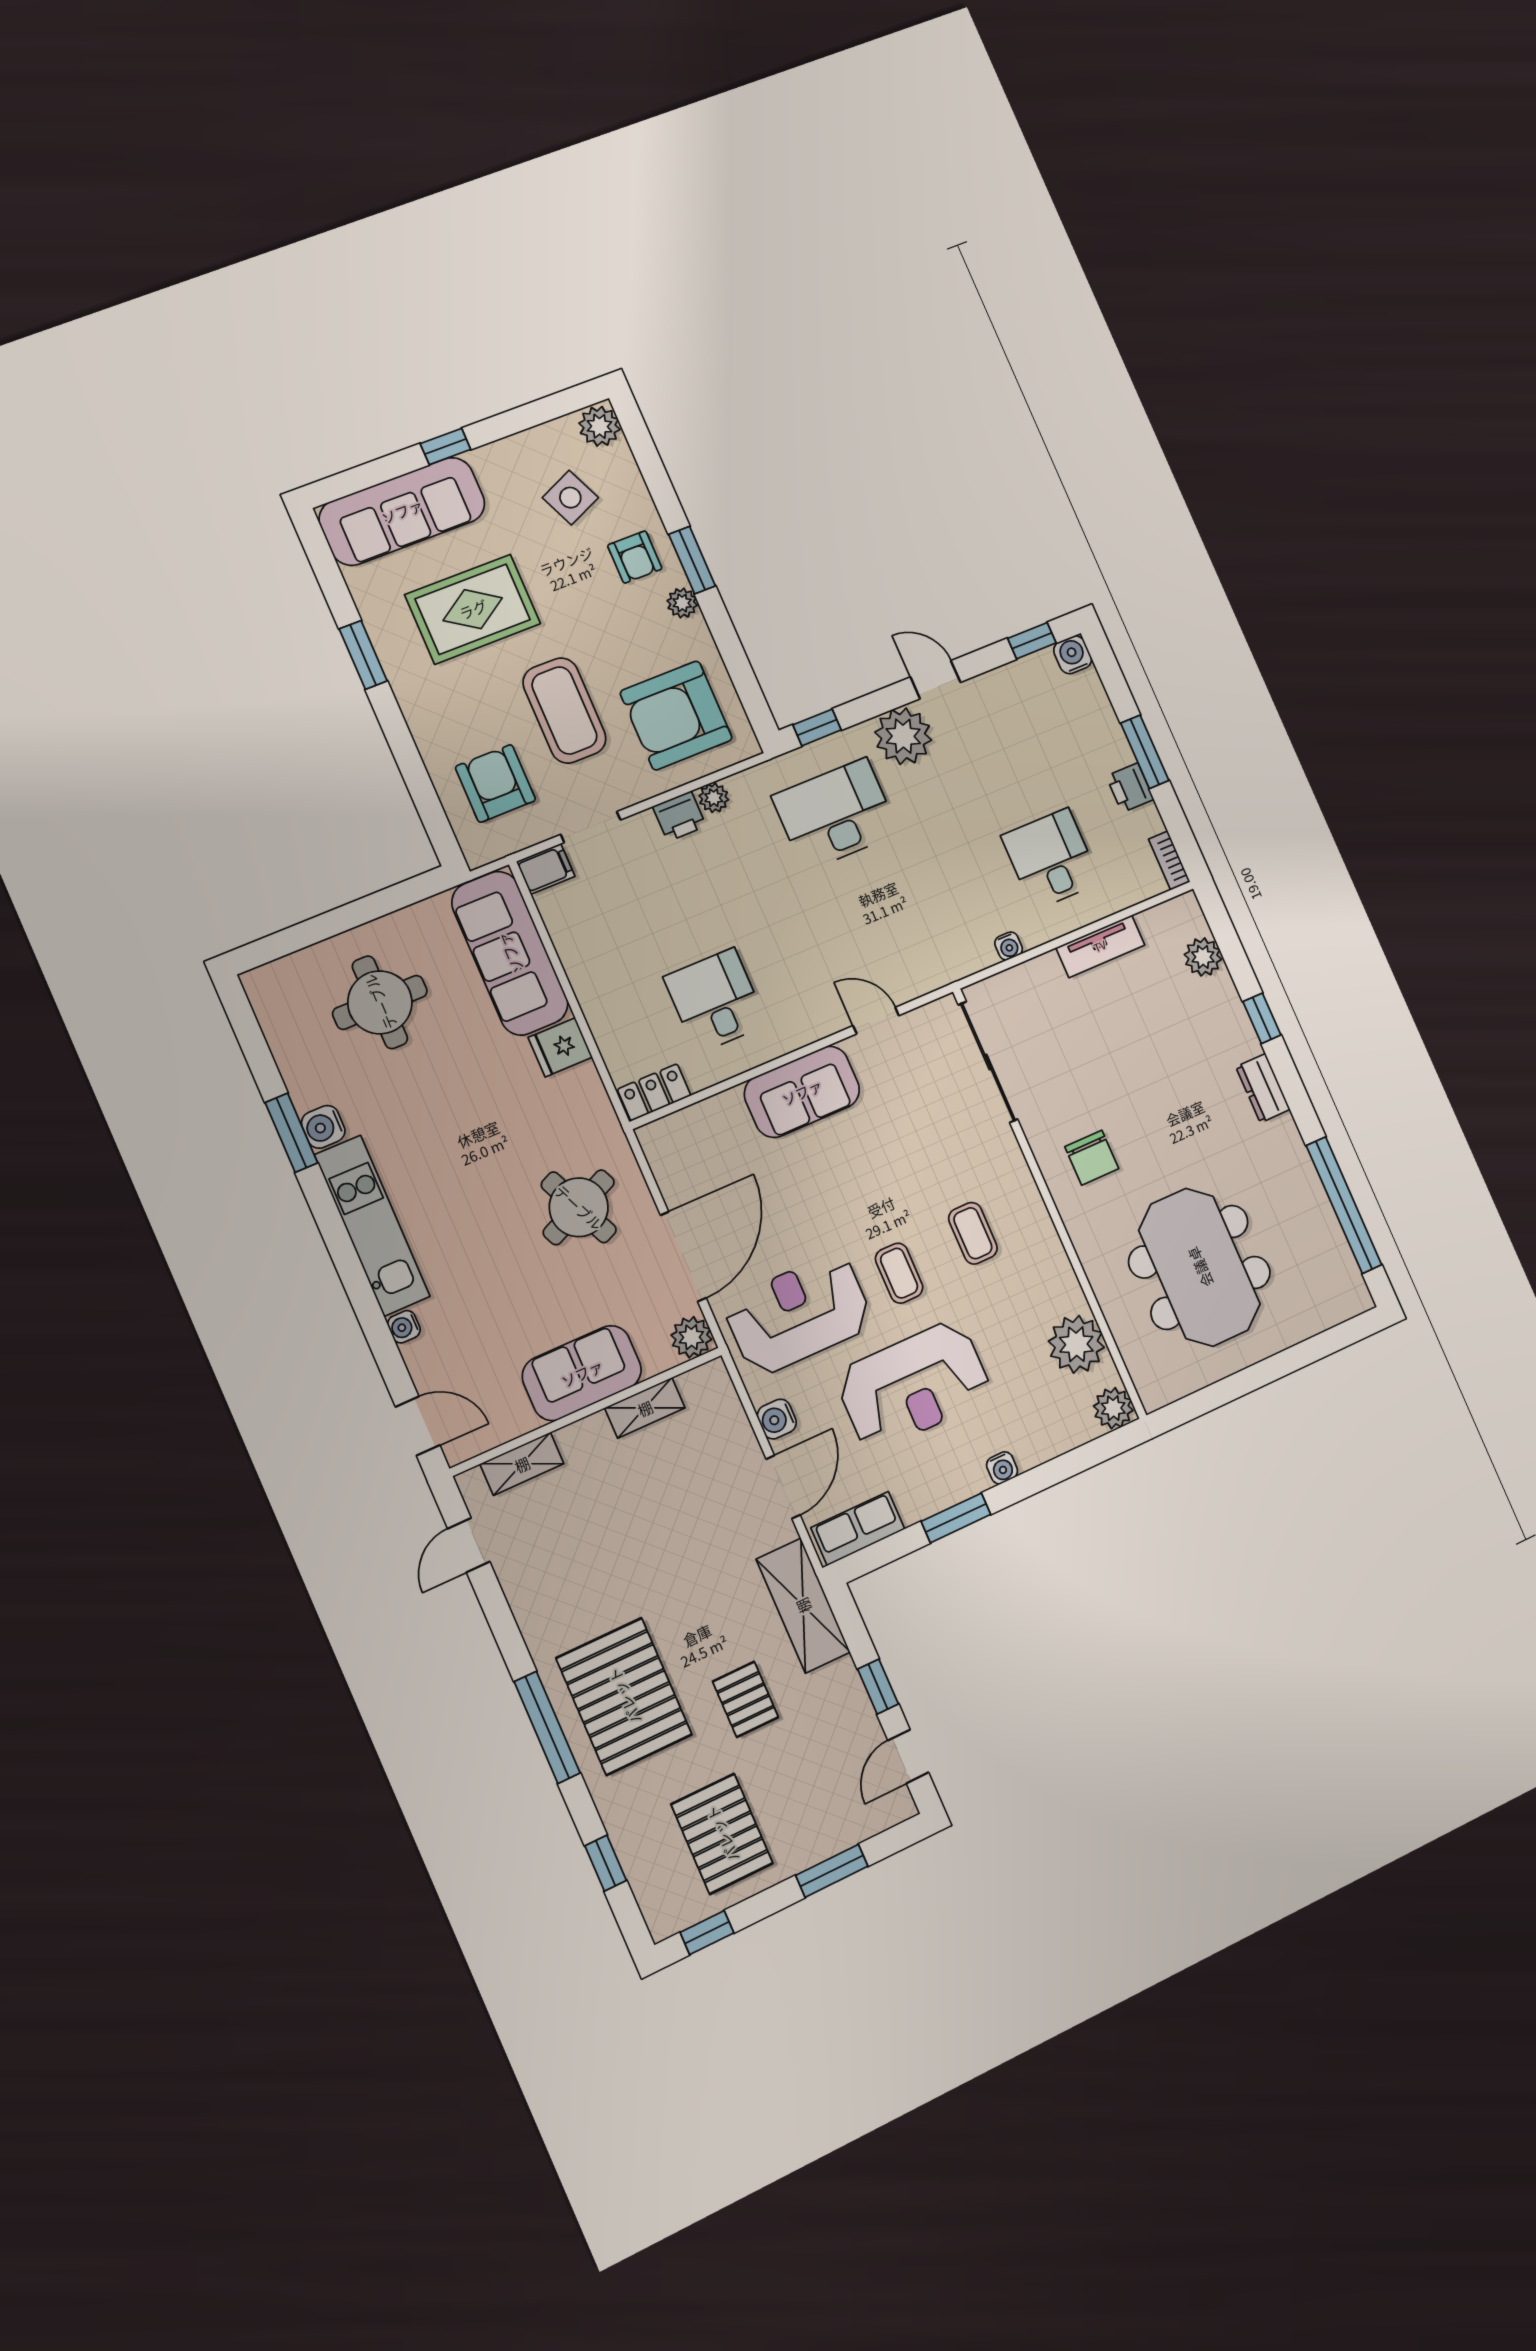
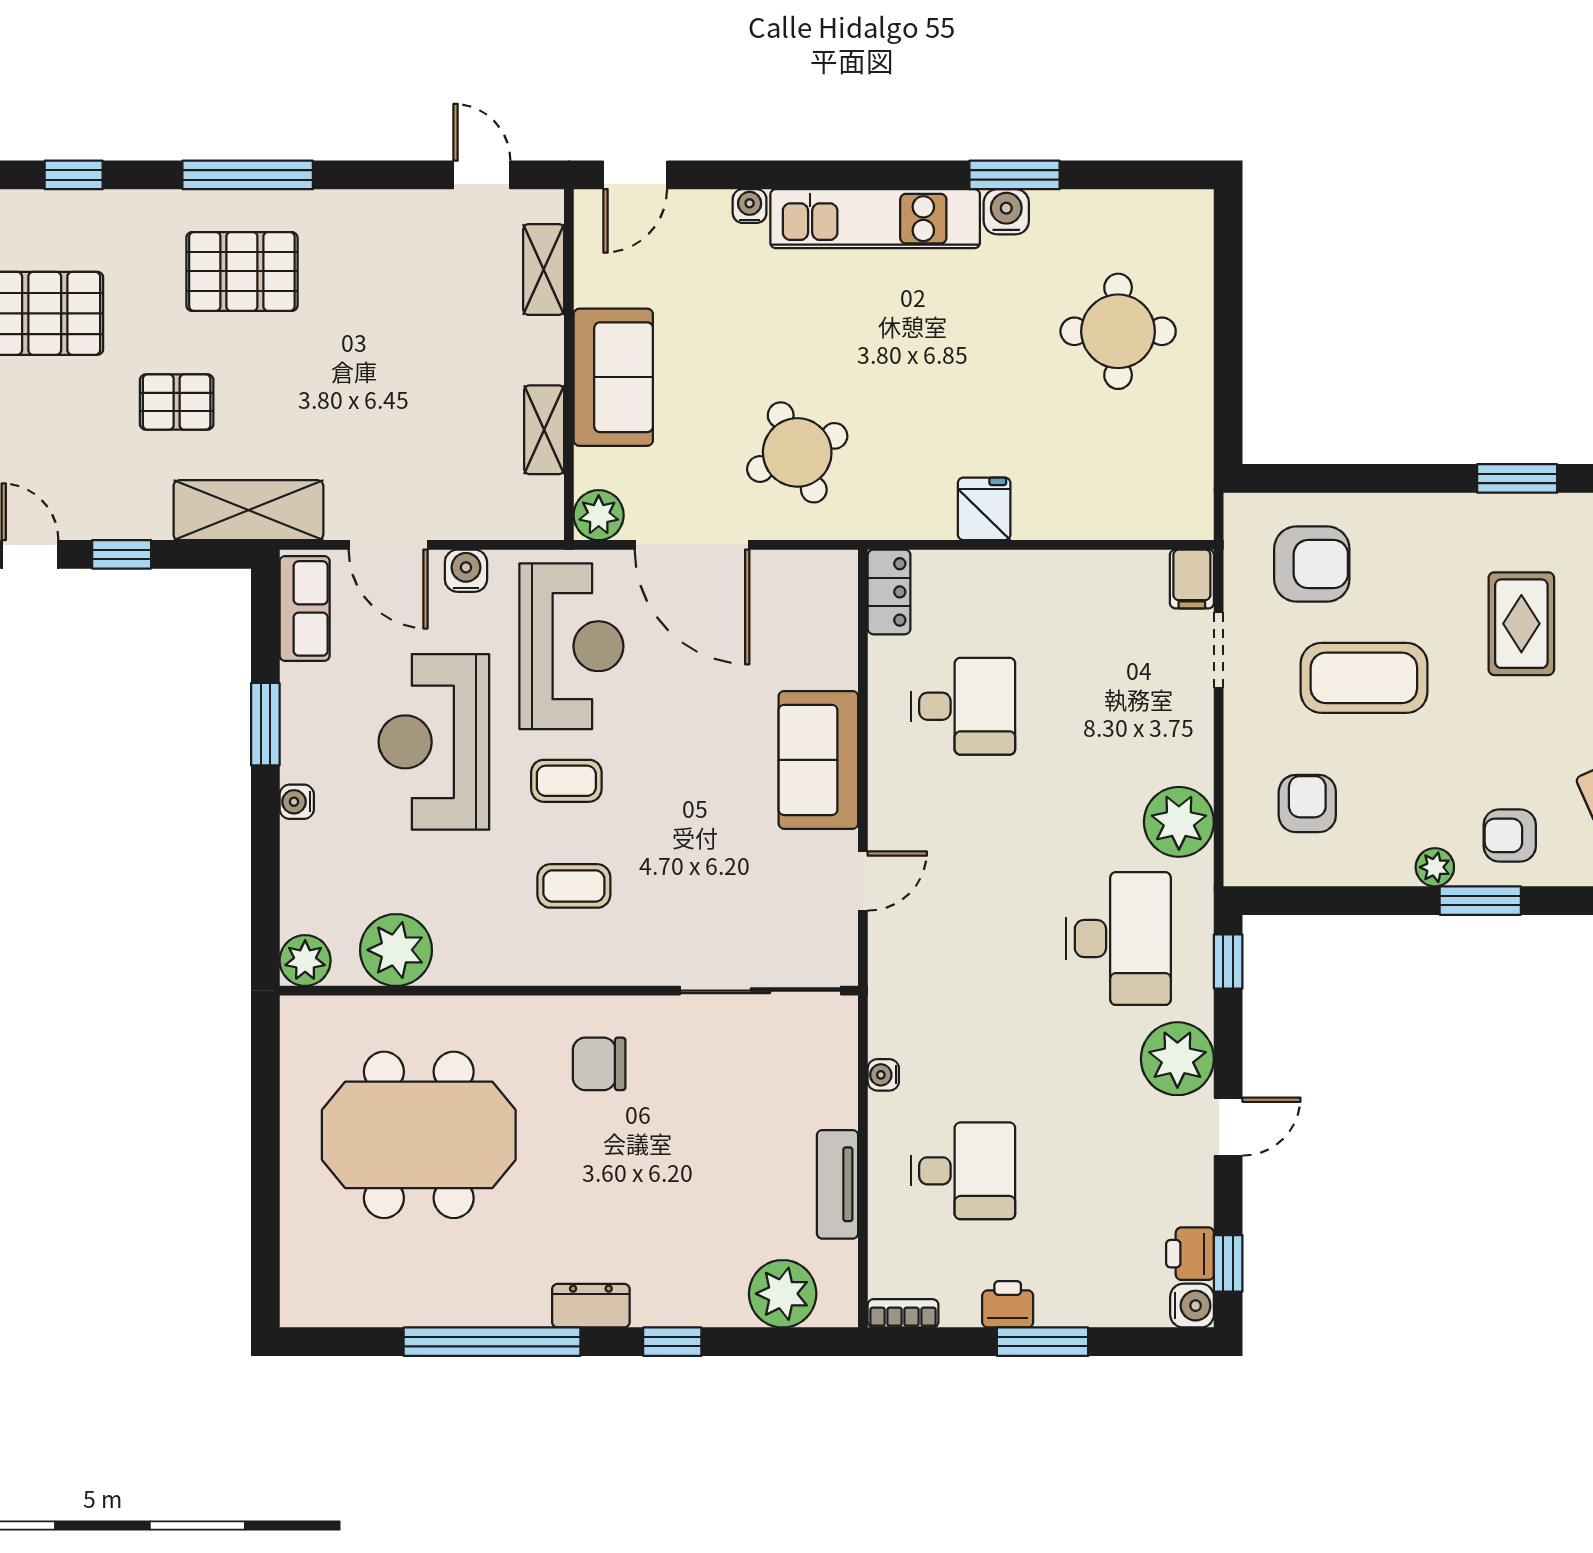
rug: (473, 609) -> (1521, 624), width x0.73, depth x0.70
armchair: (676, 715) -> (1307, 804), width x0.53, depth x0.53
plant: (714, 798) -> (1179, 822), width x1.88, depth x1.88
printer: (679, 816) -> (1190, 1254), moved
sofa: (510, 953) -> (1113, 498), removed
plant: (1203, 957) -> (783, 1294), width x1.36, depth x1.36
window: (1344, 1205) -> (492, 1342), moved
pallet: (624, 1696) -> (242, 271), width x0.73, depth x0.71

